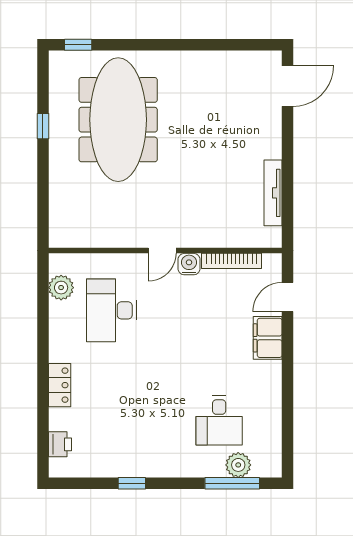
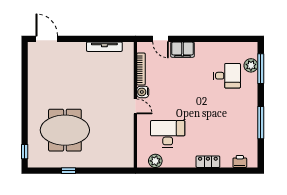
meeting table: (118, 120) -> (65, 130), width x0.73
desk: (111, 310) -> (168, 134), turned 180
window: (132, 483) -> (261, 123), width x2.17

